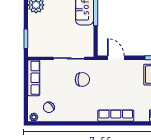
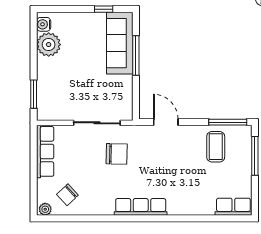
row of seats: (116, 116) -> (141, 207), moved

